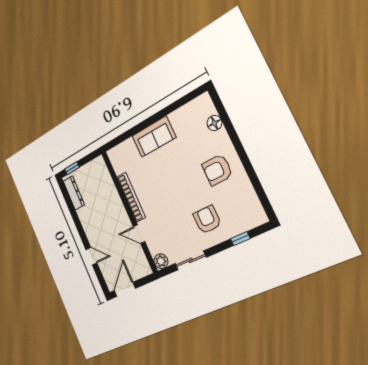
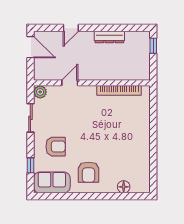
sofa: (154, 137) -> (52, 182), moved, turned 90
armchair: (217, 170) -> (89, 172), turned 180
dresser: (74, 193) -> (109, 37), moved
bookcase: (131, 197) -> (119, 90), moved

